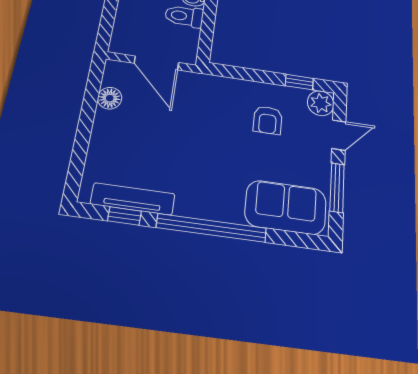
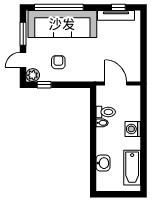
floor lamp: (110, 98) -> (135, 62), removed
sofa: (286, 207) -> (62, 24), width x1.85, depth x1.27
window: (212, 228) -> (59, 7), moved

